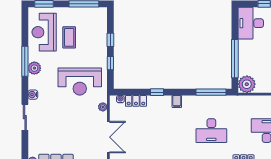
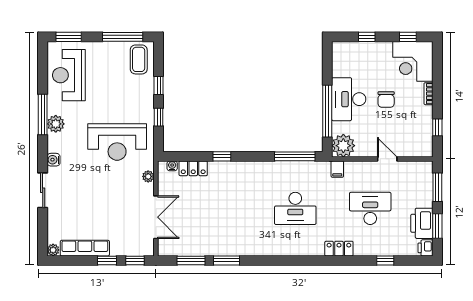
desk: (251, 23) -> (349, 99), moved
coffee table: (69, 37) -> (139, 59), moved
filing cabinet: (177, 101) -> (337, 169), moved

